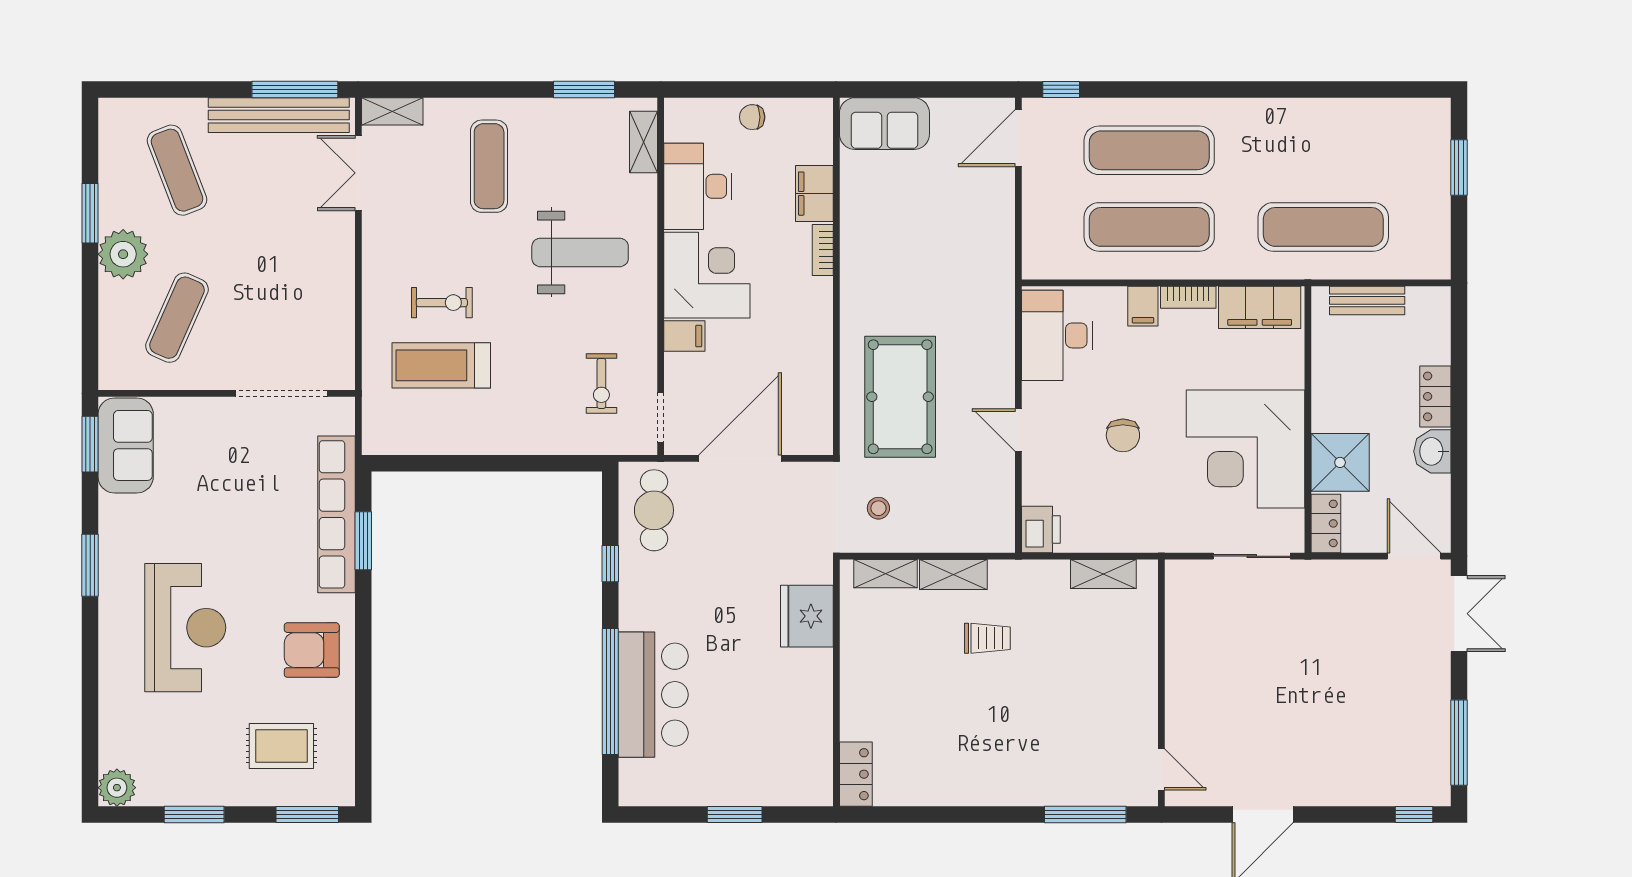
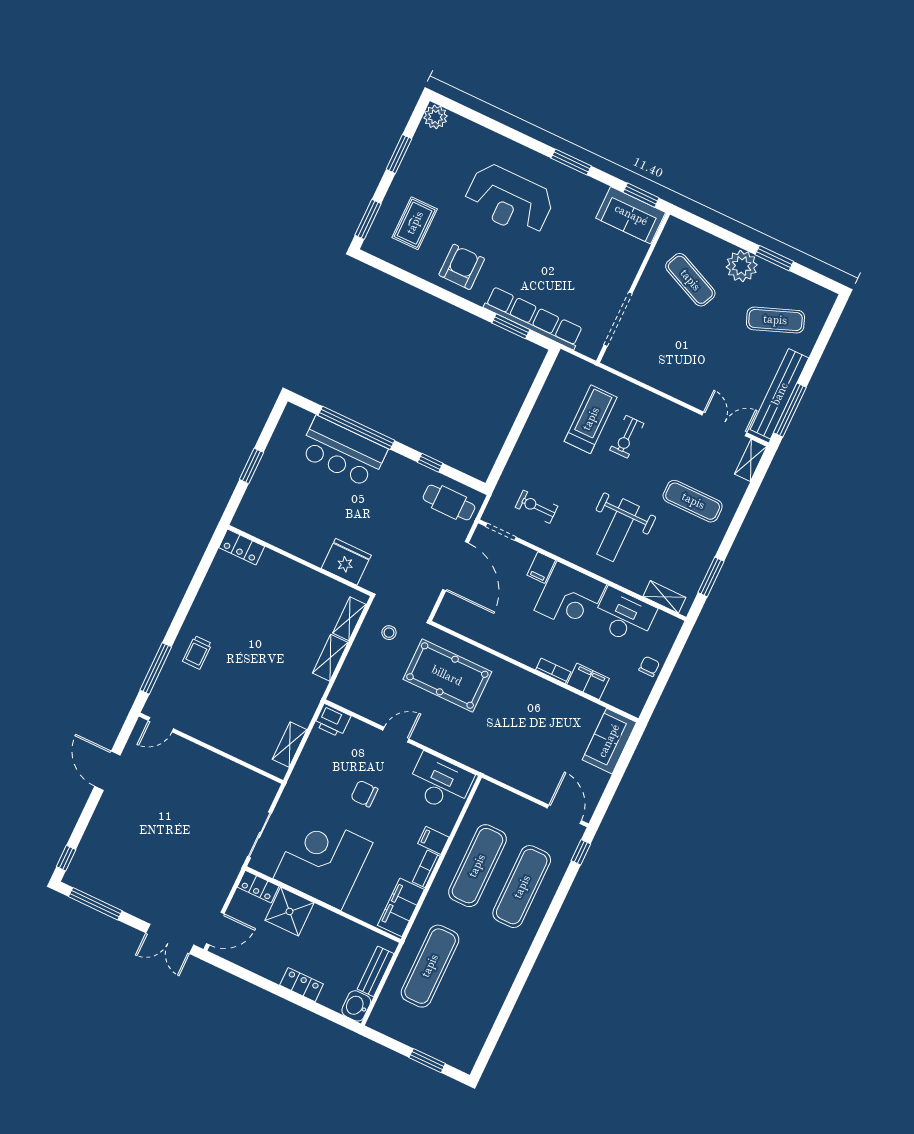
washbasin: (1432, 451) -> (356, 1006), moved, turned -90
trolley: (987, 638) -> (197, 652), moved

